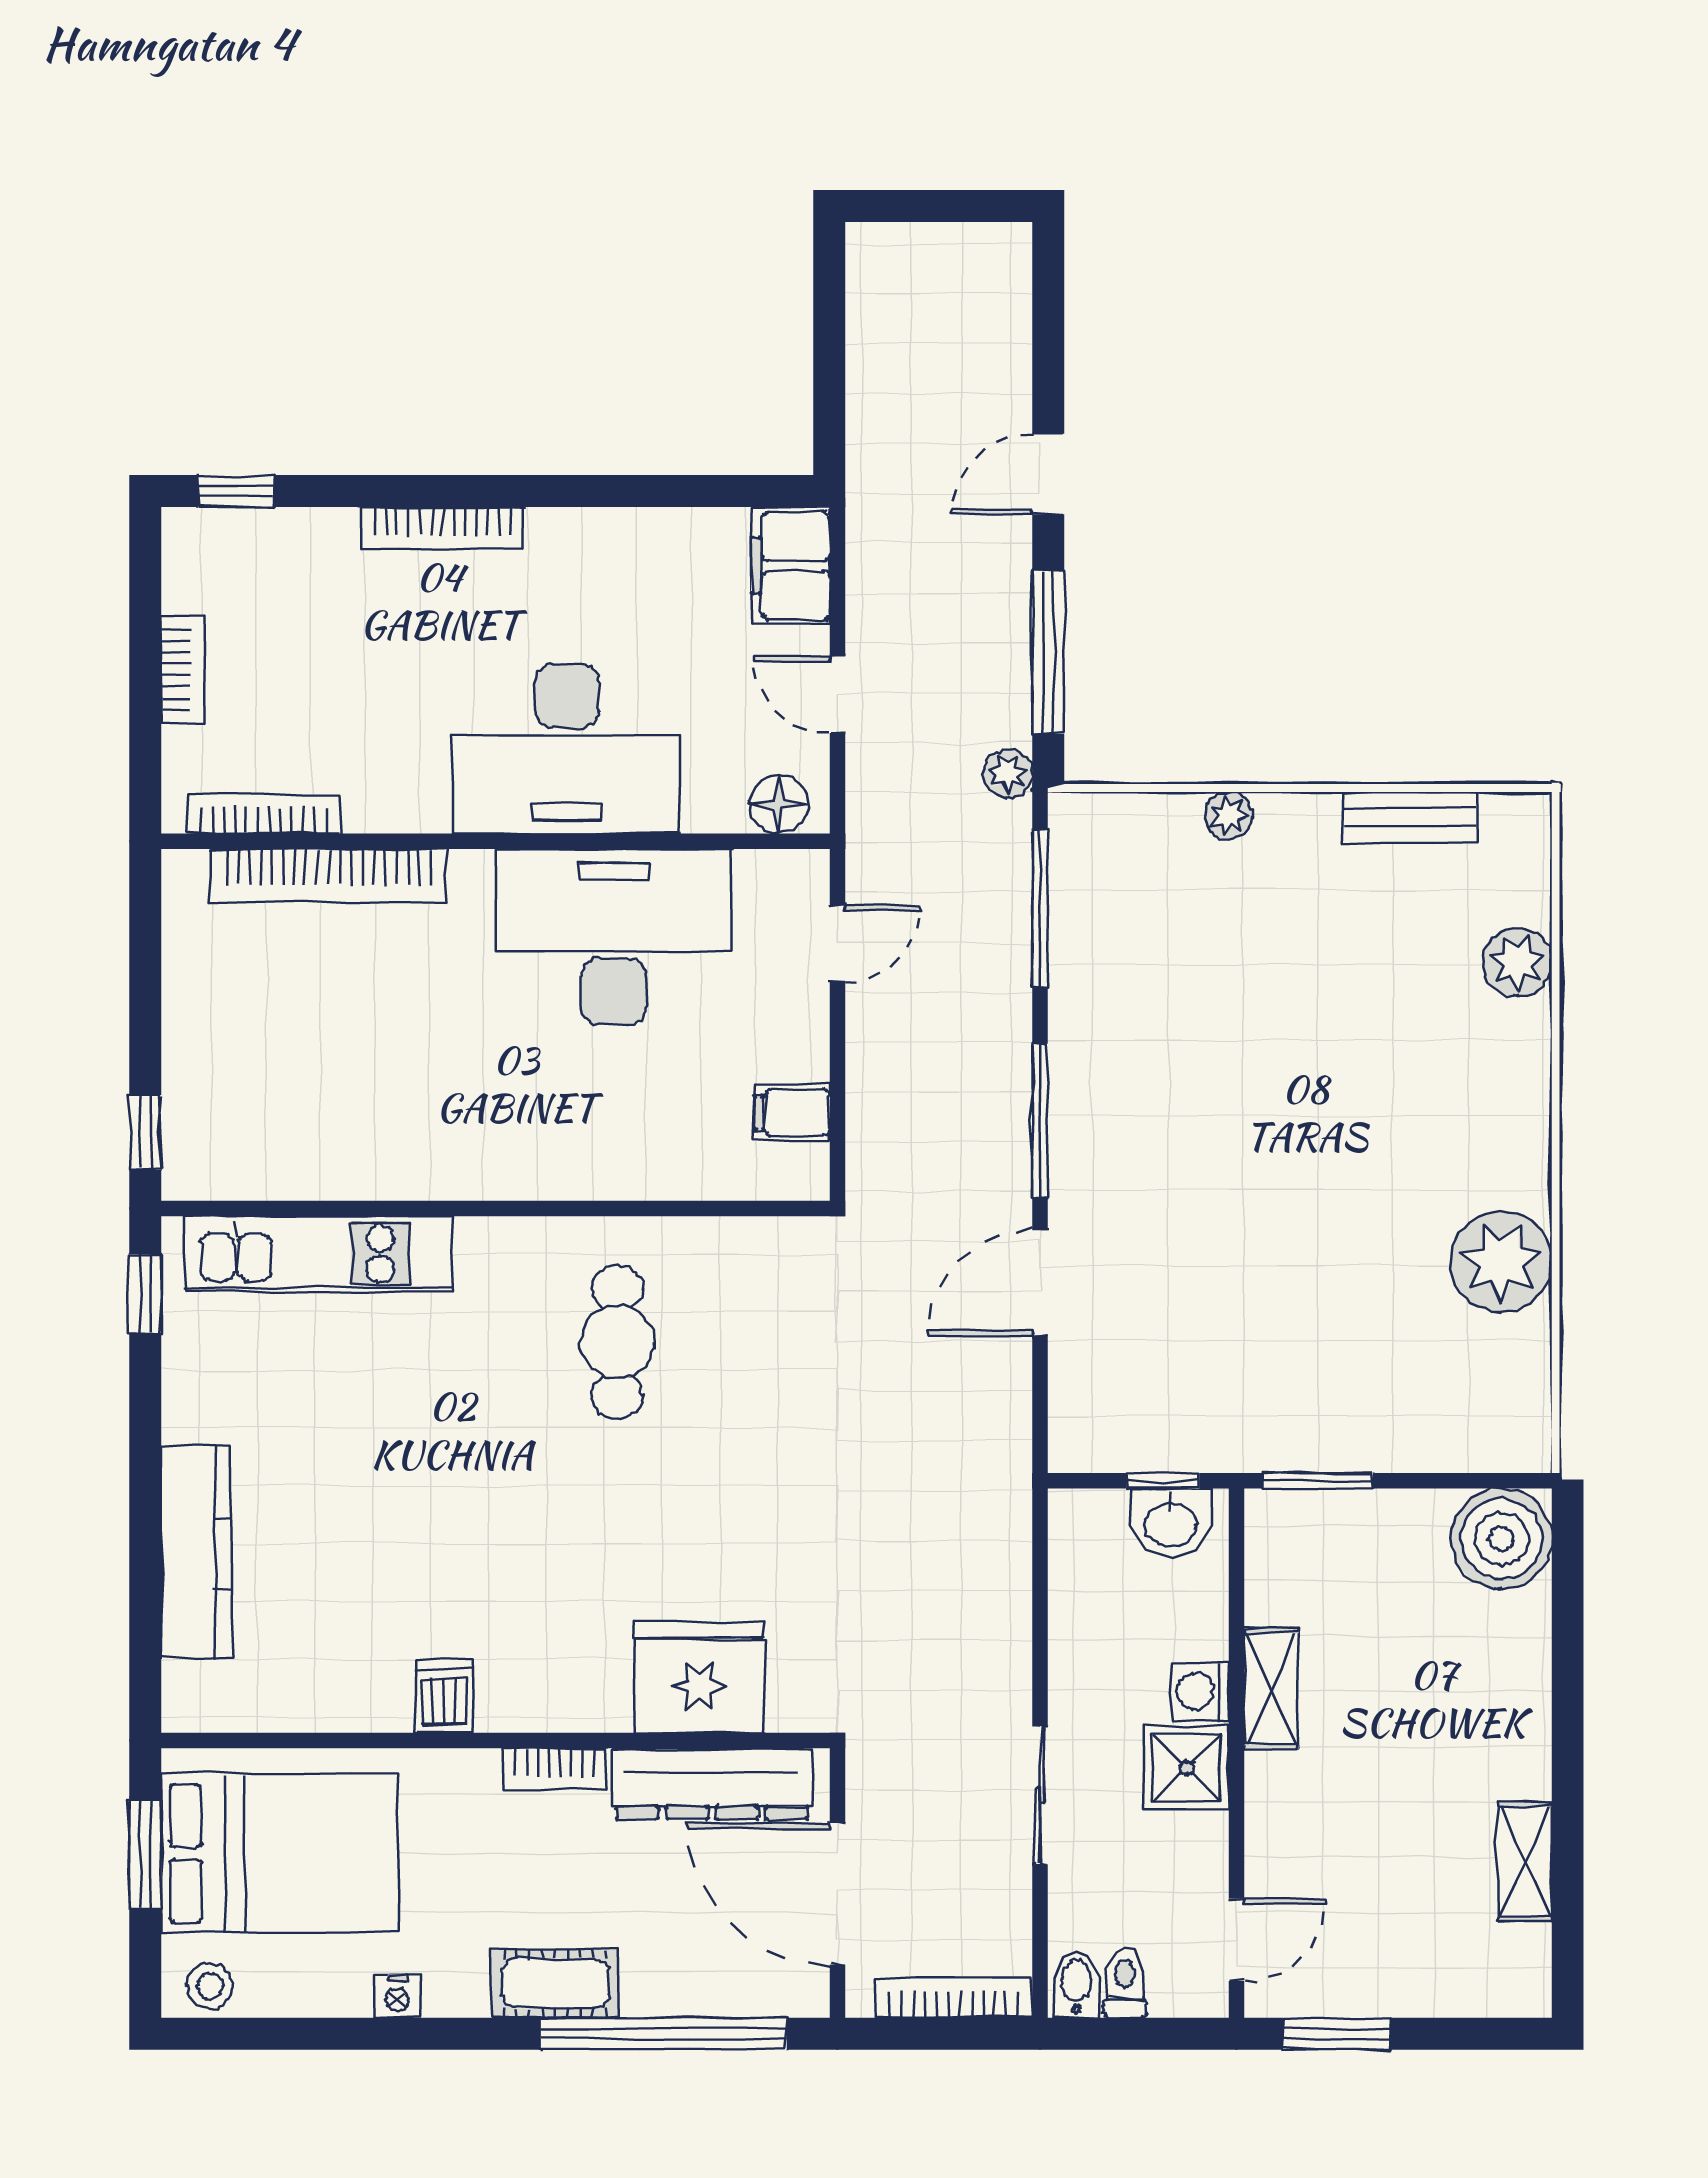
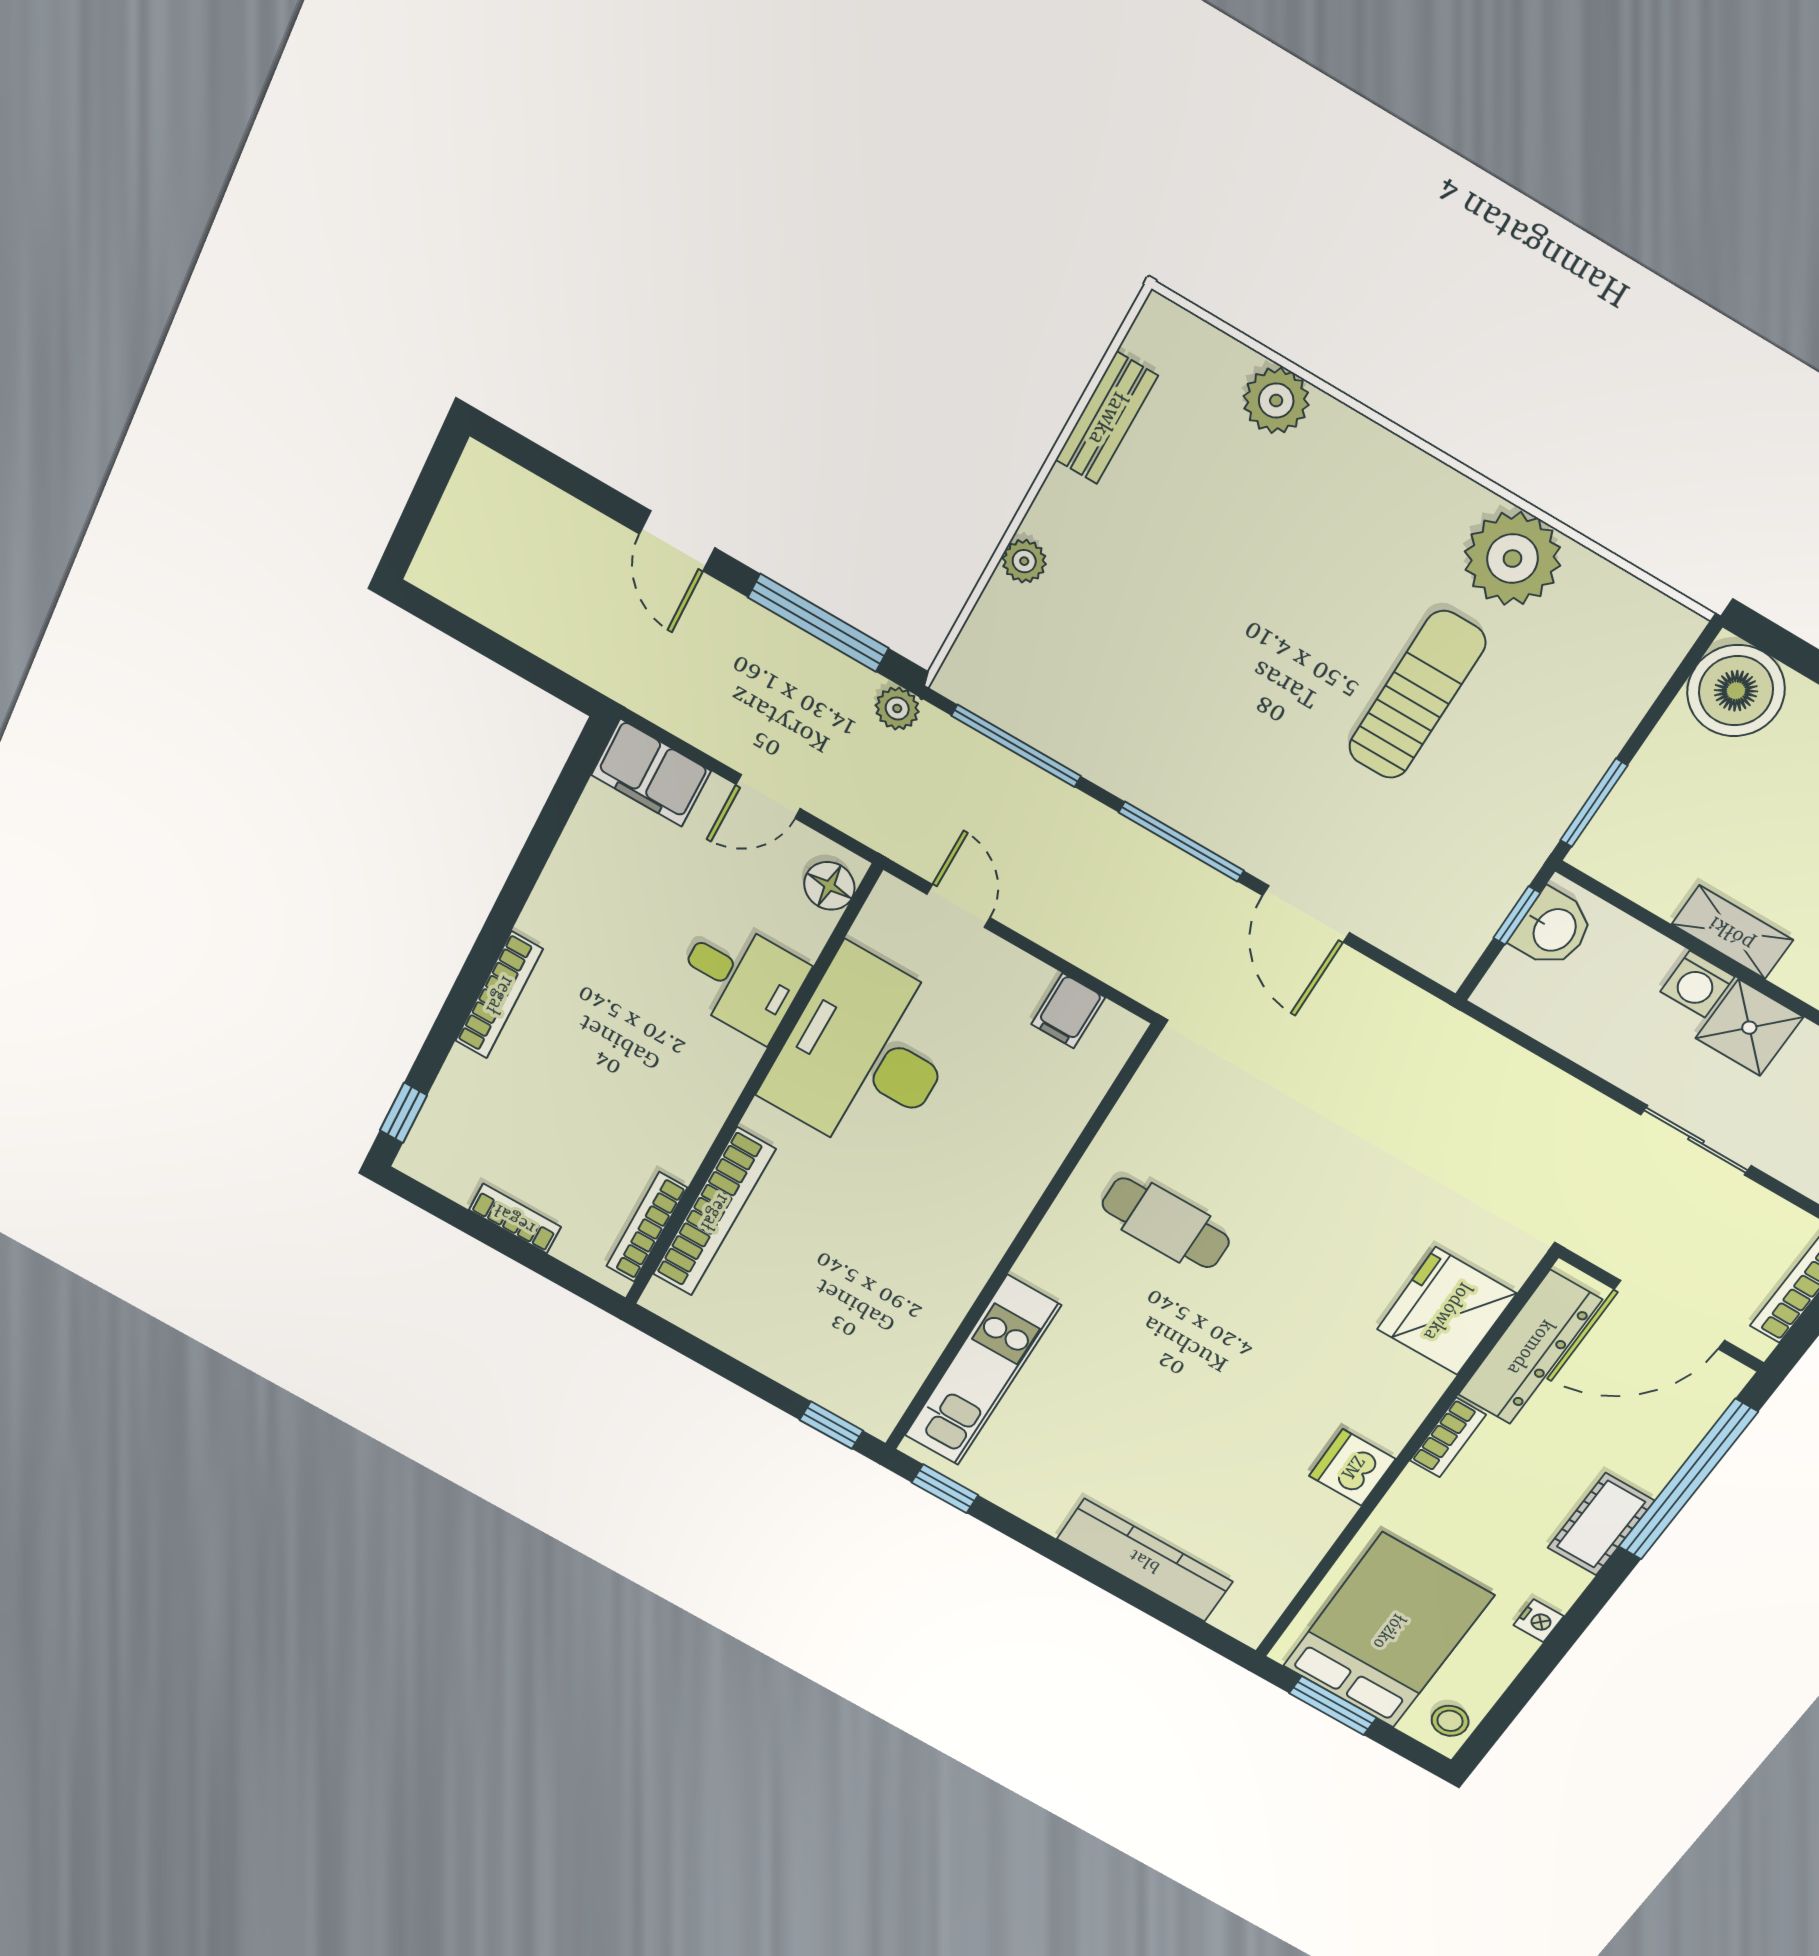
desk: (567, 749) -> (741, 979), width x0.53, depth x0.77
sun lounger: (1321, 1255) -> (1417, 695), added
dishwasher: (444, 1696) -> (1352, 1467), width x1.38

